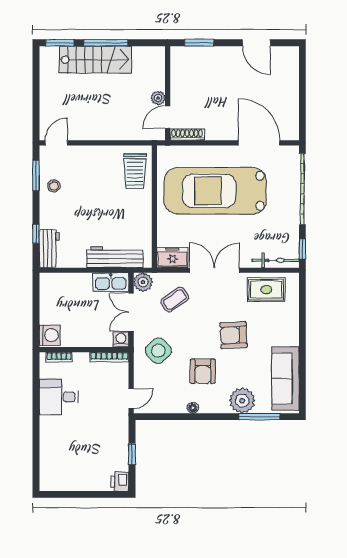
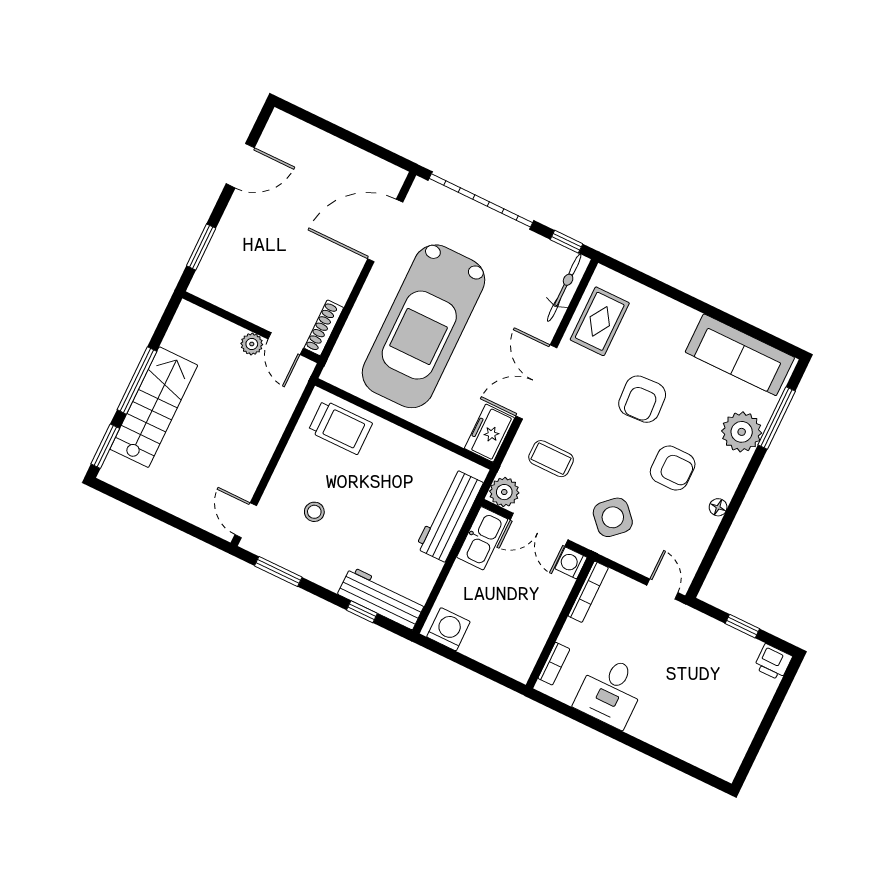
stool: (54, 186) -> (314, 512), moved
workbench: (49, 249) -> (382, 598), width x1.37
coffee table: (175, 300) -> (551, 459), turned -55
washing machine: (50, 335) -> (448, 629), moved

